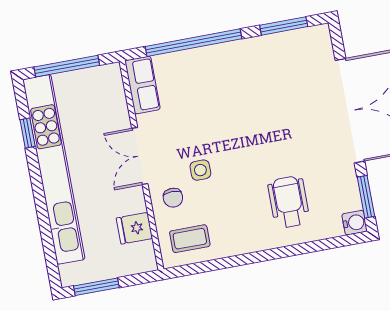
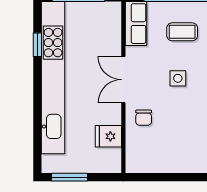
side table: (200, 170) -> (178, 78), moved
coffee table: (190, 239) -> (182, 32), moved

